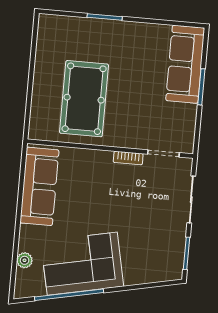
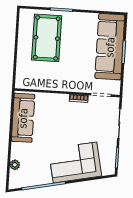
sofa: (185, 64) -> (110, 47), width x1.36, depth x1.27
pool table: (84, 99) -> (47, 38), moved
corner sofa: (82, 264) -> (75, 162), moved

